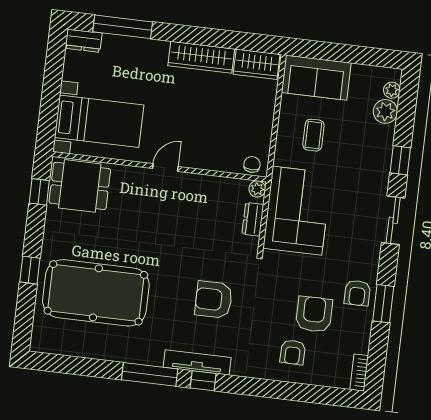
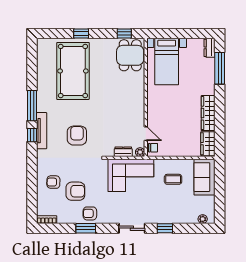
plant: (385, 111) -> (191, 217), removed
door: (165, 168) -> (146, 134), moved

